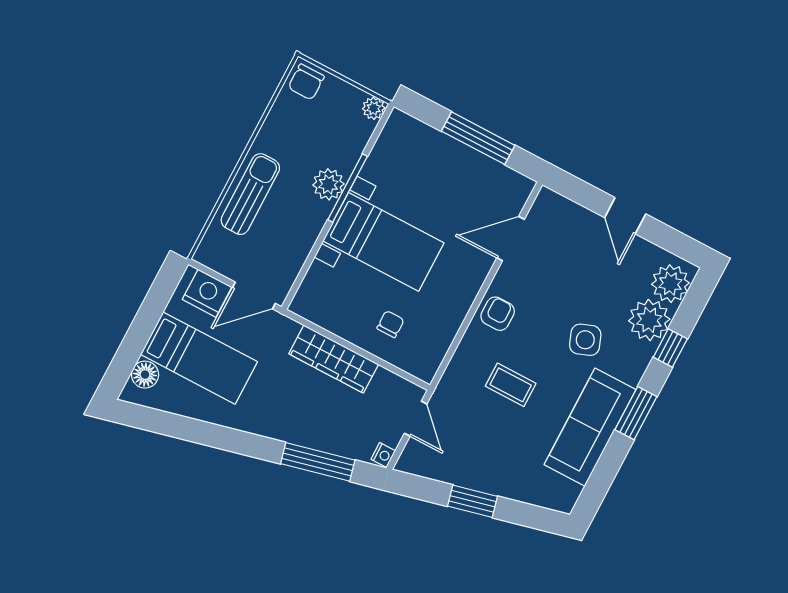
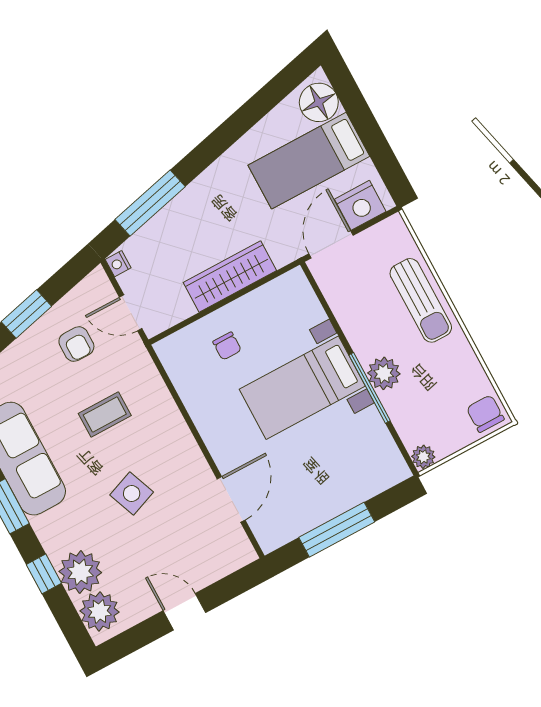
armchair: (498, 314) -> (76, 344), moved
side table: (585, 340) -> (132, 493), moved
floor lamp: (145, 375) -> (319, 102), width x1.38, depth x1.38

